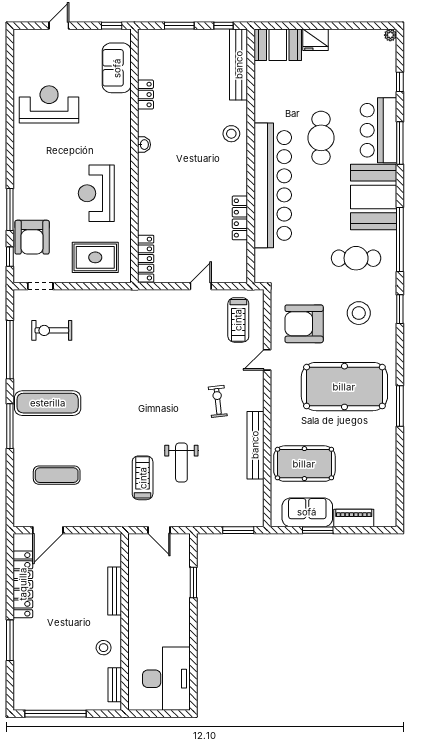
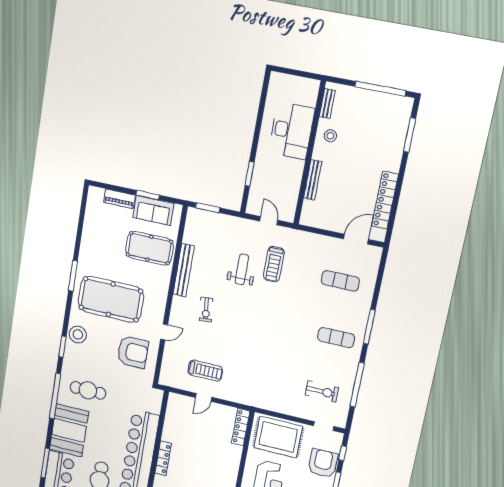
locker: (240, 218) -> (163, 458), moved
rug: (95, 257) -> (278, 437), width x1.37, depth x1.44
stool: (359, 313) -> (78, 334), moved
treadmill: (238, 320) -> (205, 371), moved, turned 90
exercise mat: (48, 403) -> (336, 338), width x0.73, depth x0.69
window: (10, 640) -> (410, 135), moved
desk: (166, 679) -> (292, 131), moved, turned 180

